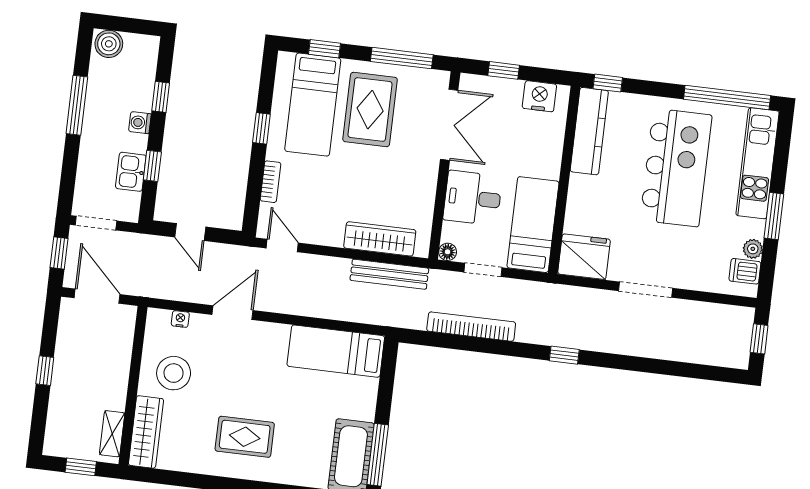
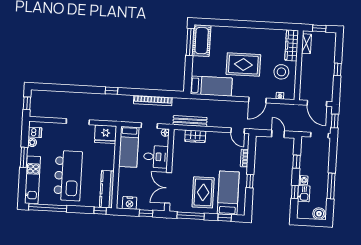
kitchen island: (676, 168) -> (68, 176), turned 180
kitchen sink: (131, 172) -> (304, 194), moved
wardrobe: (380, 239) -> (195, 136), width x0.67
rug: (245, 437) -> (243, 65), moved, width x1.36, depth x1.43

